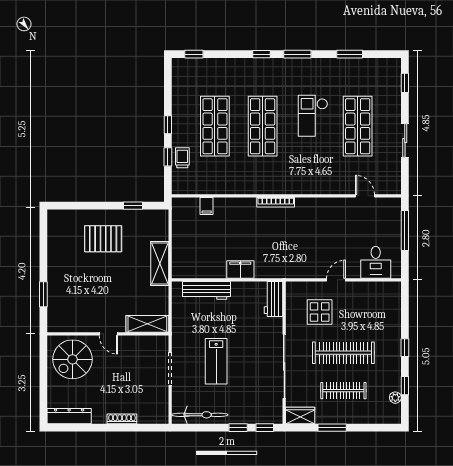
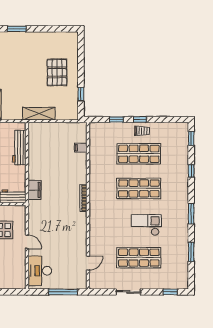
window: (261, 54) -> (191, 171), moved
trolley: (182, 158) -> (142, 131), moved
desk: (376, 262) -> (40, 271), width x1.37
filing cabinet: (240, 270) -> (35, 190), moved

